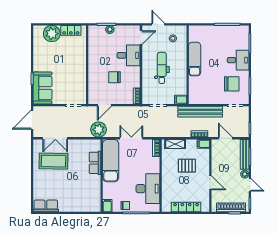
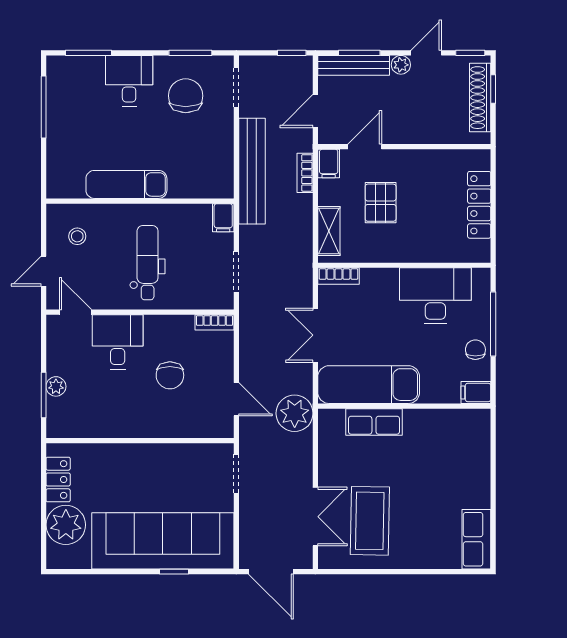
dental chair: (162, 68) -> (148, 263), turned 90
sofa: (43, 88) -> (163, 541), width x1.85, depth x1.27
door: (210, 183) -> (365, 147), moved

